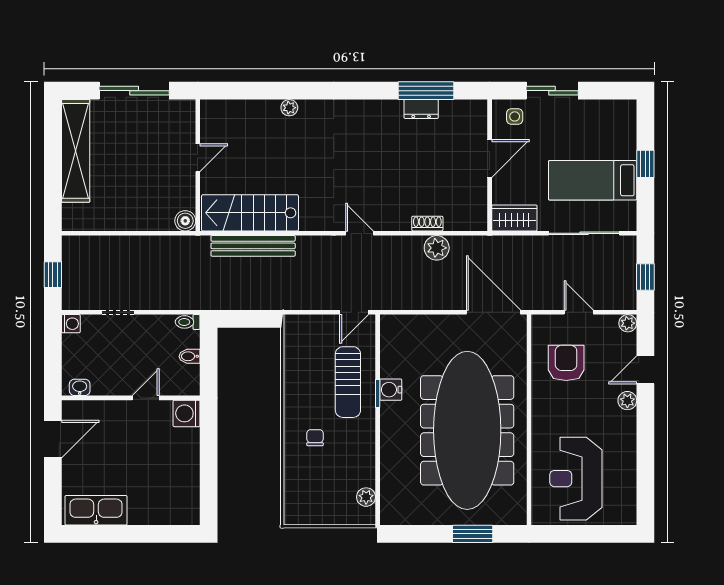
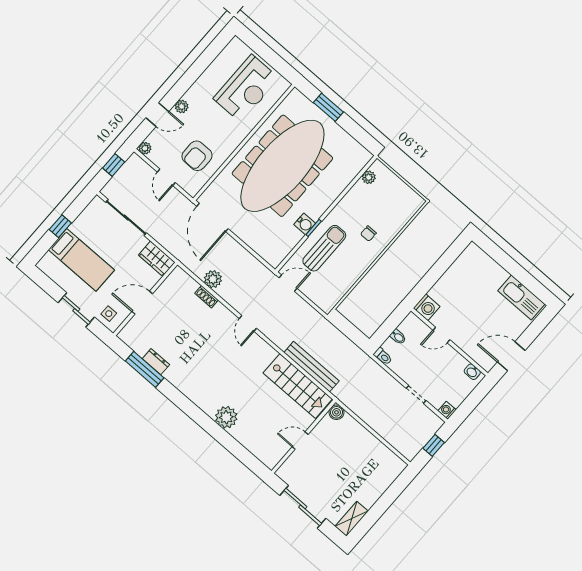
plant: (289, 108) -> (226, 417), width x1.88, depth x1.88
shelving: (76, 151) -> (352, 519), width x0.45, depth x0.75
bed: (593, 180) -> (81, 260), moved

